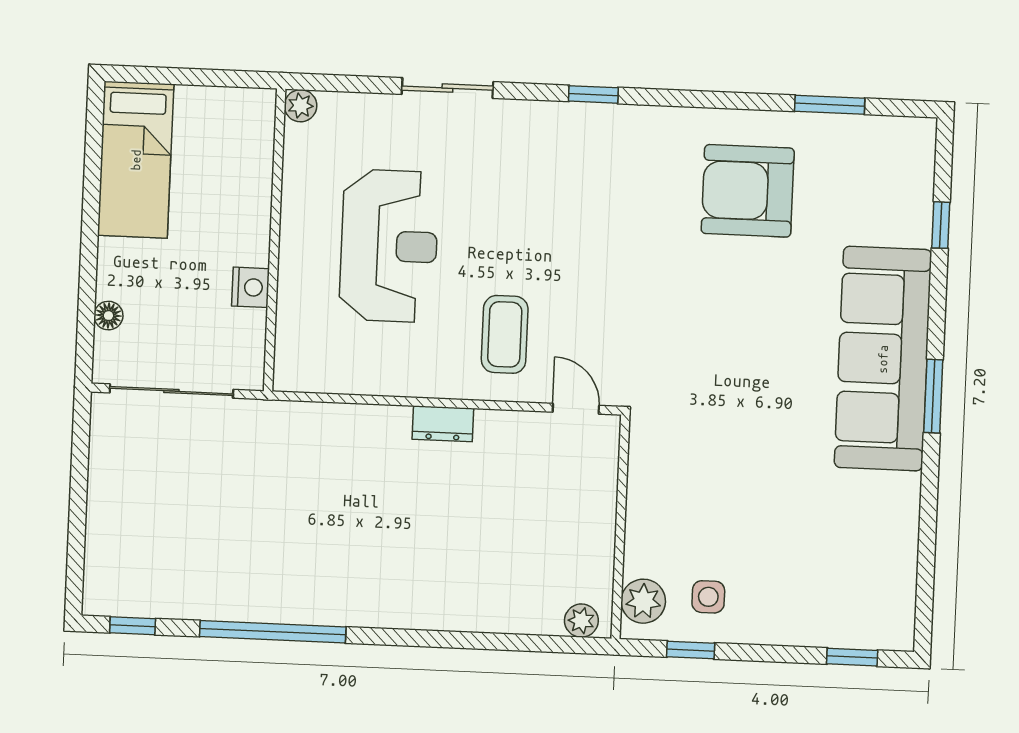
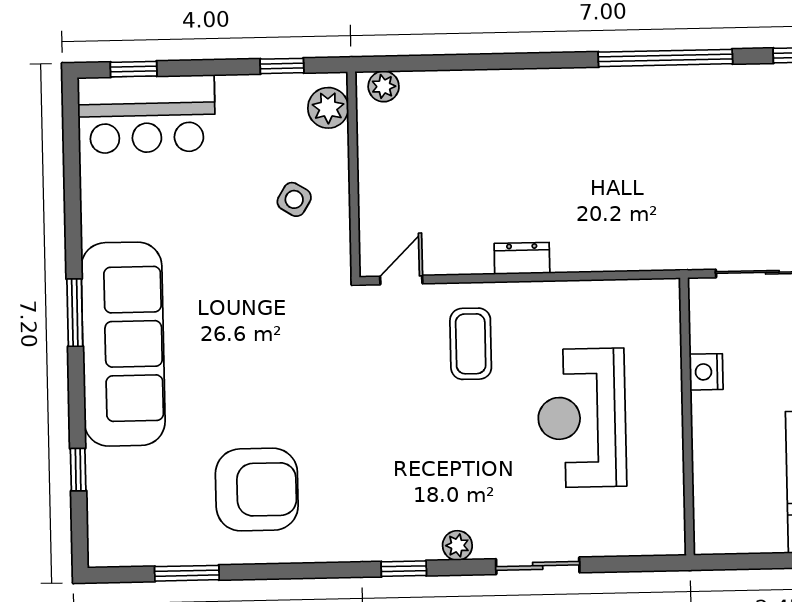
plant: (301, 106) -> (457, 545), moved
door: (576, 409) -> (401, 280), swing flipped
side table: (708, 597) -> (294, 199), moved, turned 31
bar counter: (841, 607) -> (146, 114), added

